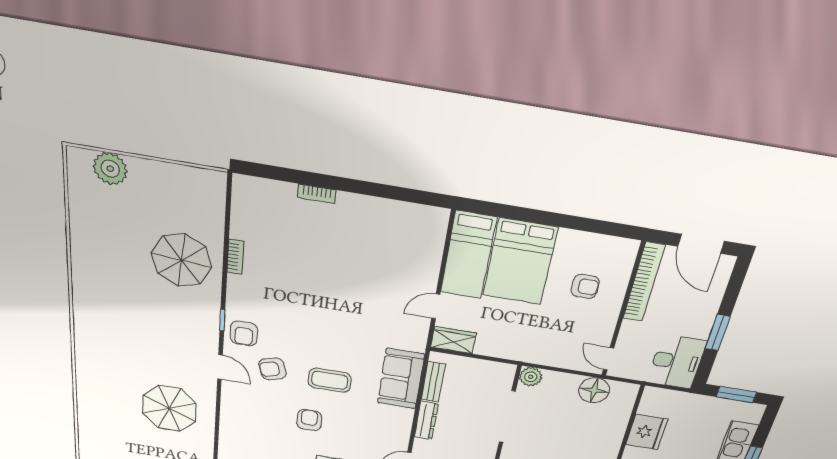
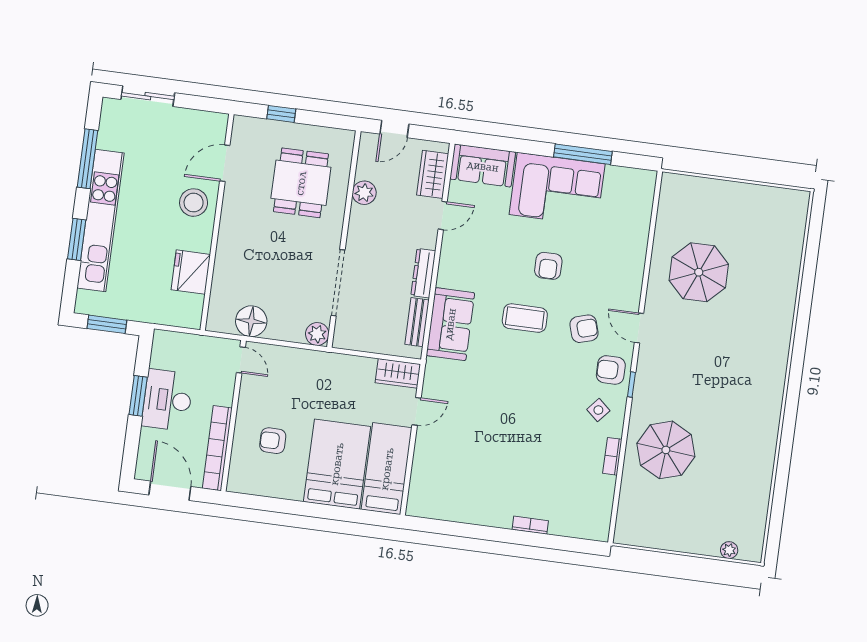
plant: (110, 169) -> (729, 550), width x0.53, depth x0.53
side table: (253, 299) -> (598, 410), added
armchair: (244, 333) -> (611, 370), turned -90
desk: (677, 362) -> (167, 400), moved

